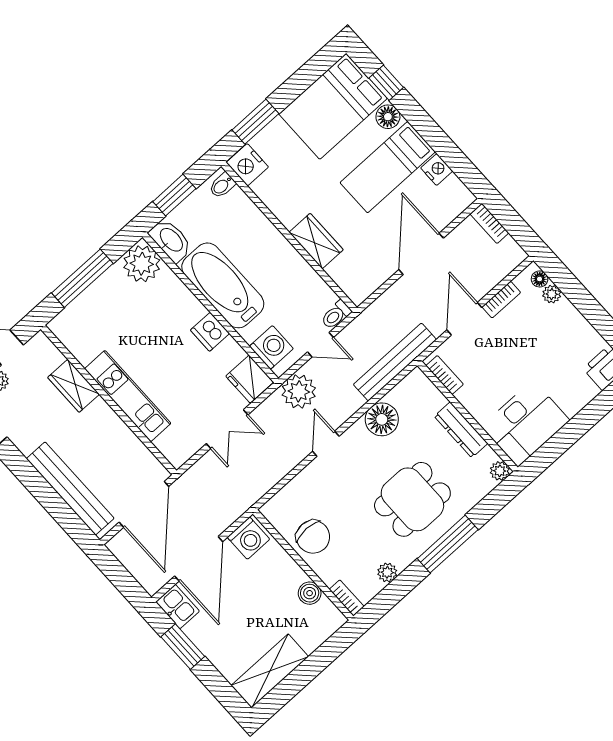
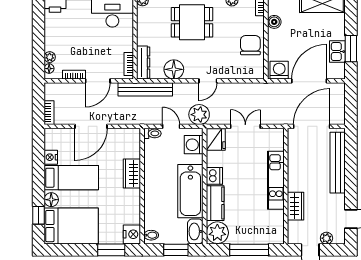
kitchen counter: (178, 298) -> (215, 203), added
dresser: (461, 430) -> (143, 63), moved
kitchen sink: (178, 606) -> (337, 52), moved

